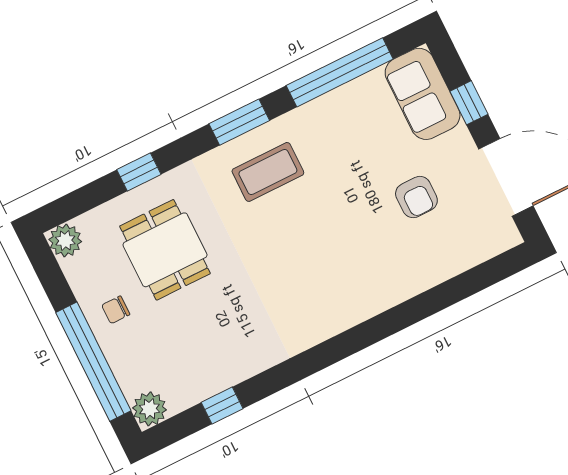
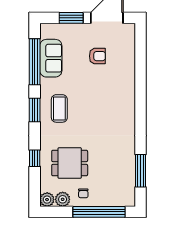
sofa: (423, 94) -> (51, 58), moved, turned -90
window: (469, 103) -> (71, 18), width x1.50
window: (222, 406) -> (140, 171), width x2.17
plant: (150, 409) -> (63, 199), moved

